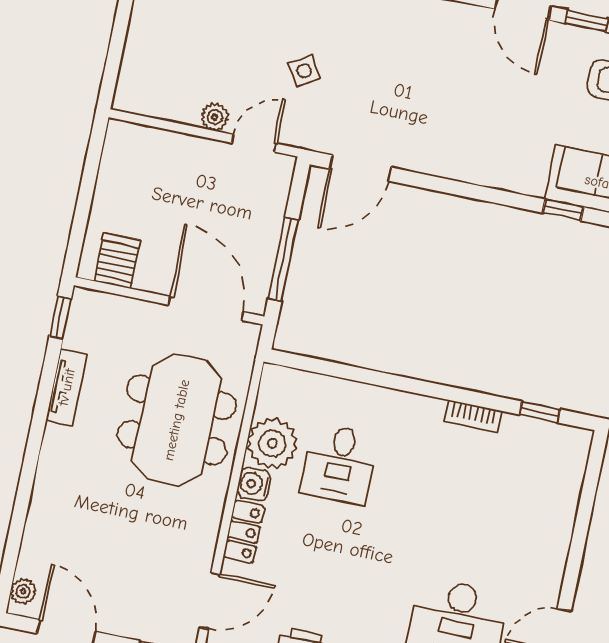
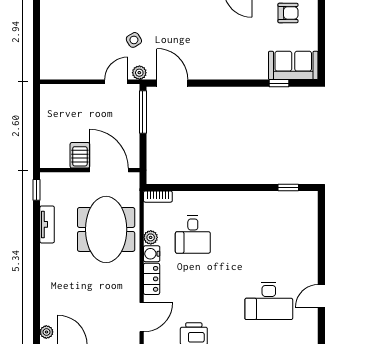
plant: (215, 117) -> (139, 73), moved
door: (360, 168) -> (172, 83), swing flipped
window: (283, 259) -> (143, 112), moved
server rack: (117, 261) -> (80, 155), moved
bookcase: (473, 416) -> (158, 197), moved
plant: (272, 443) -> (151, 237), width x0.53, depth x0.53

